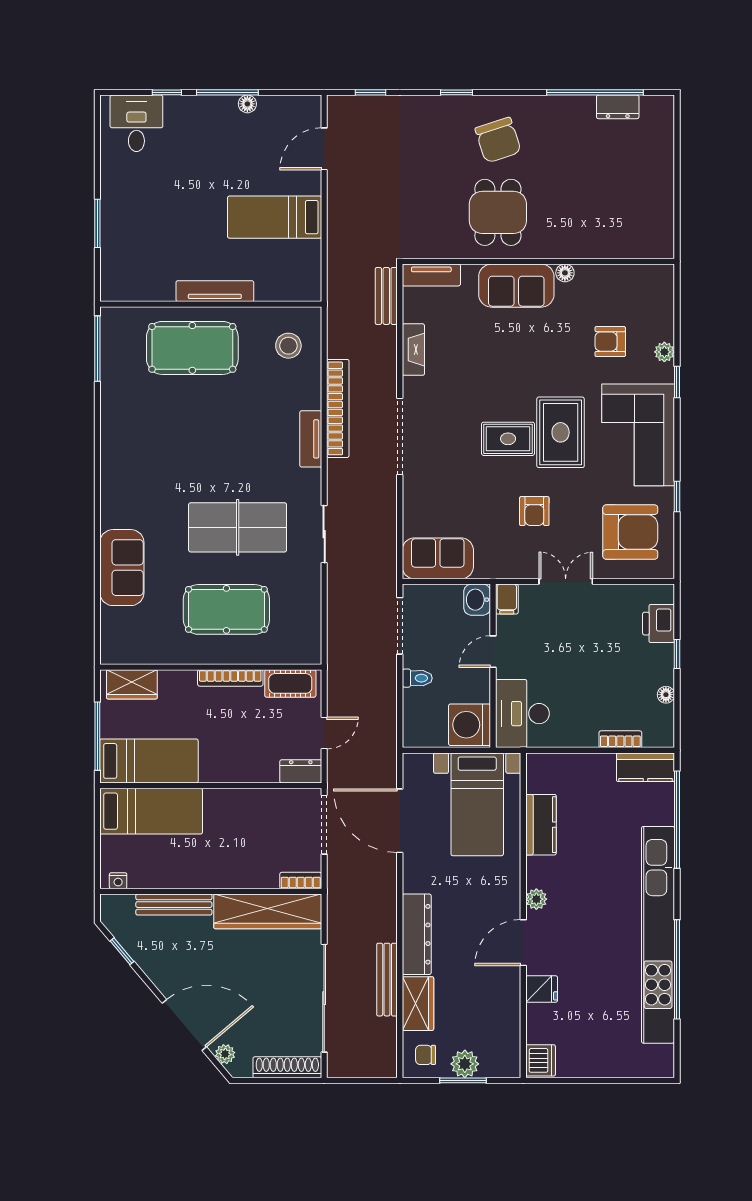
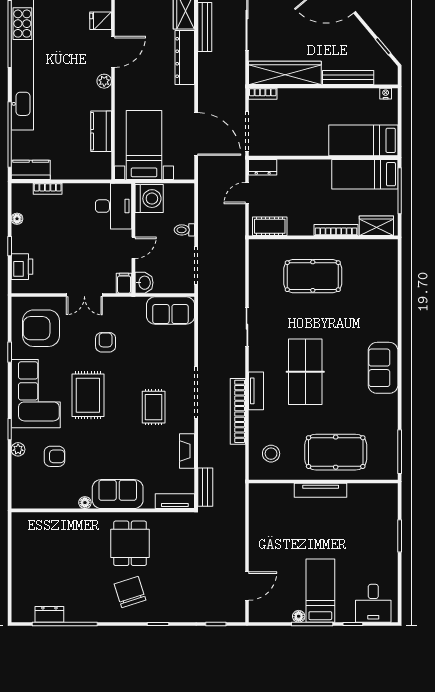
bed: (275, 217) -> (320, 591), moved, turned -90
rug: (508, 439) -> (154, 407), moved, turned 90
table tennis table: (238, 527) -> (305, 372), moved, turned 90
sofa: (122, 568) -> (383, 368), moved
bookcase: (230, 678) -> (336, 230), moved

